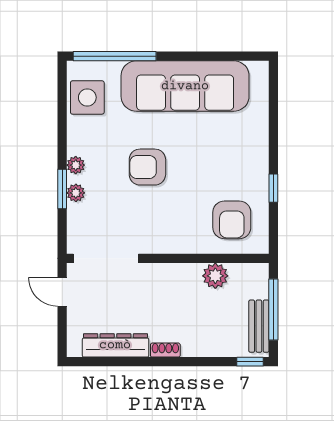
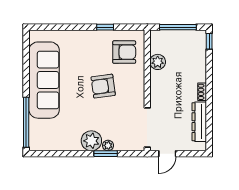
side table: (87, 97) -> (51, 139), removed
plant: (76, 165) -> (91, 141), width x1.87, depth x1.87
armchair: (147, 167) -> (103, 86), moved, turned 82
bench: (259, 326) -> (188, 36), removed

